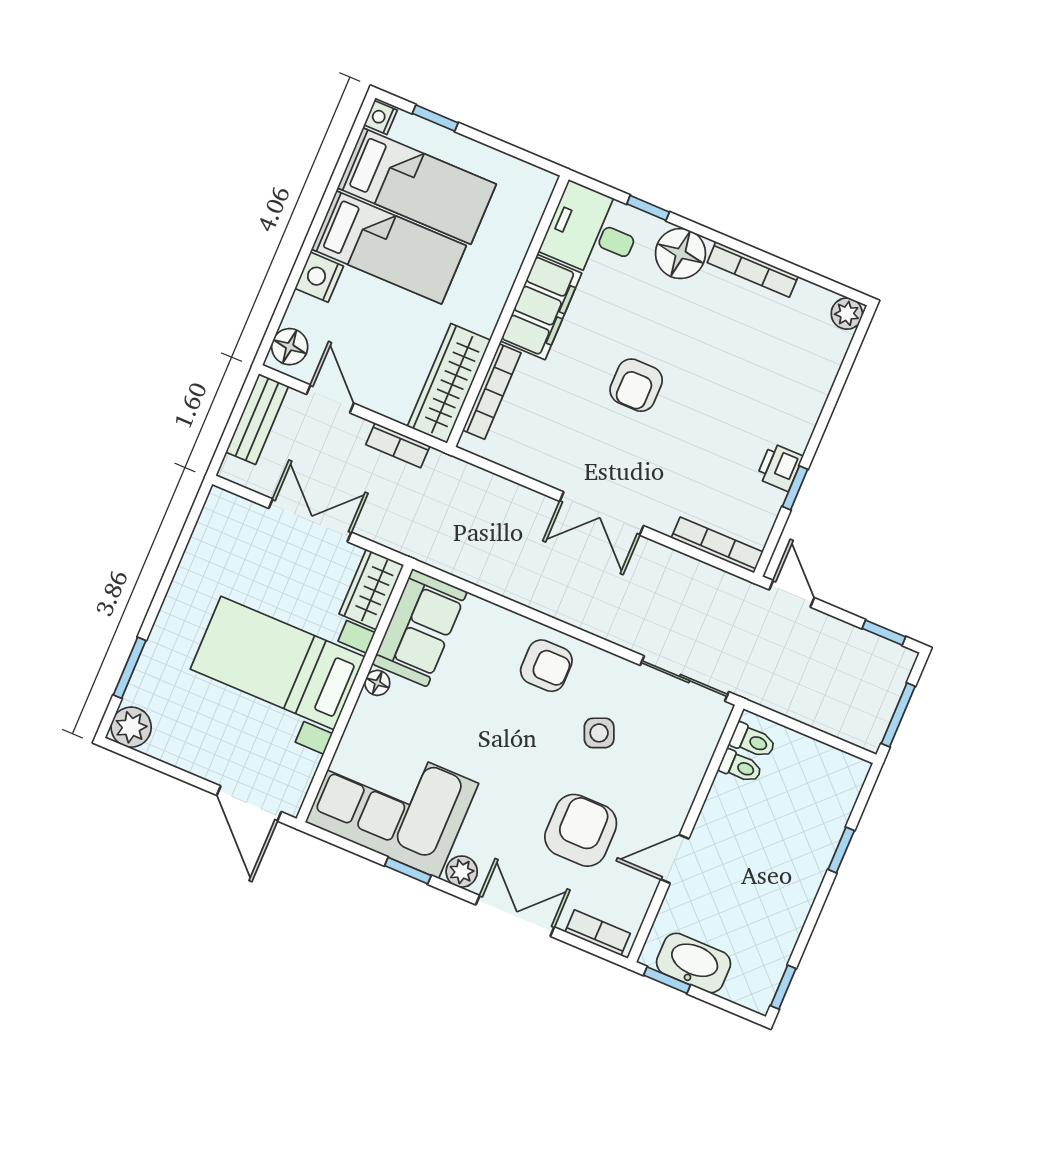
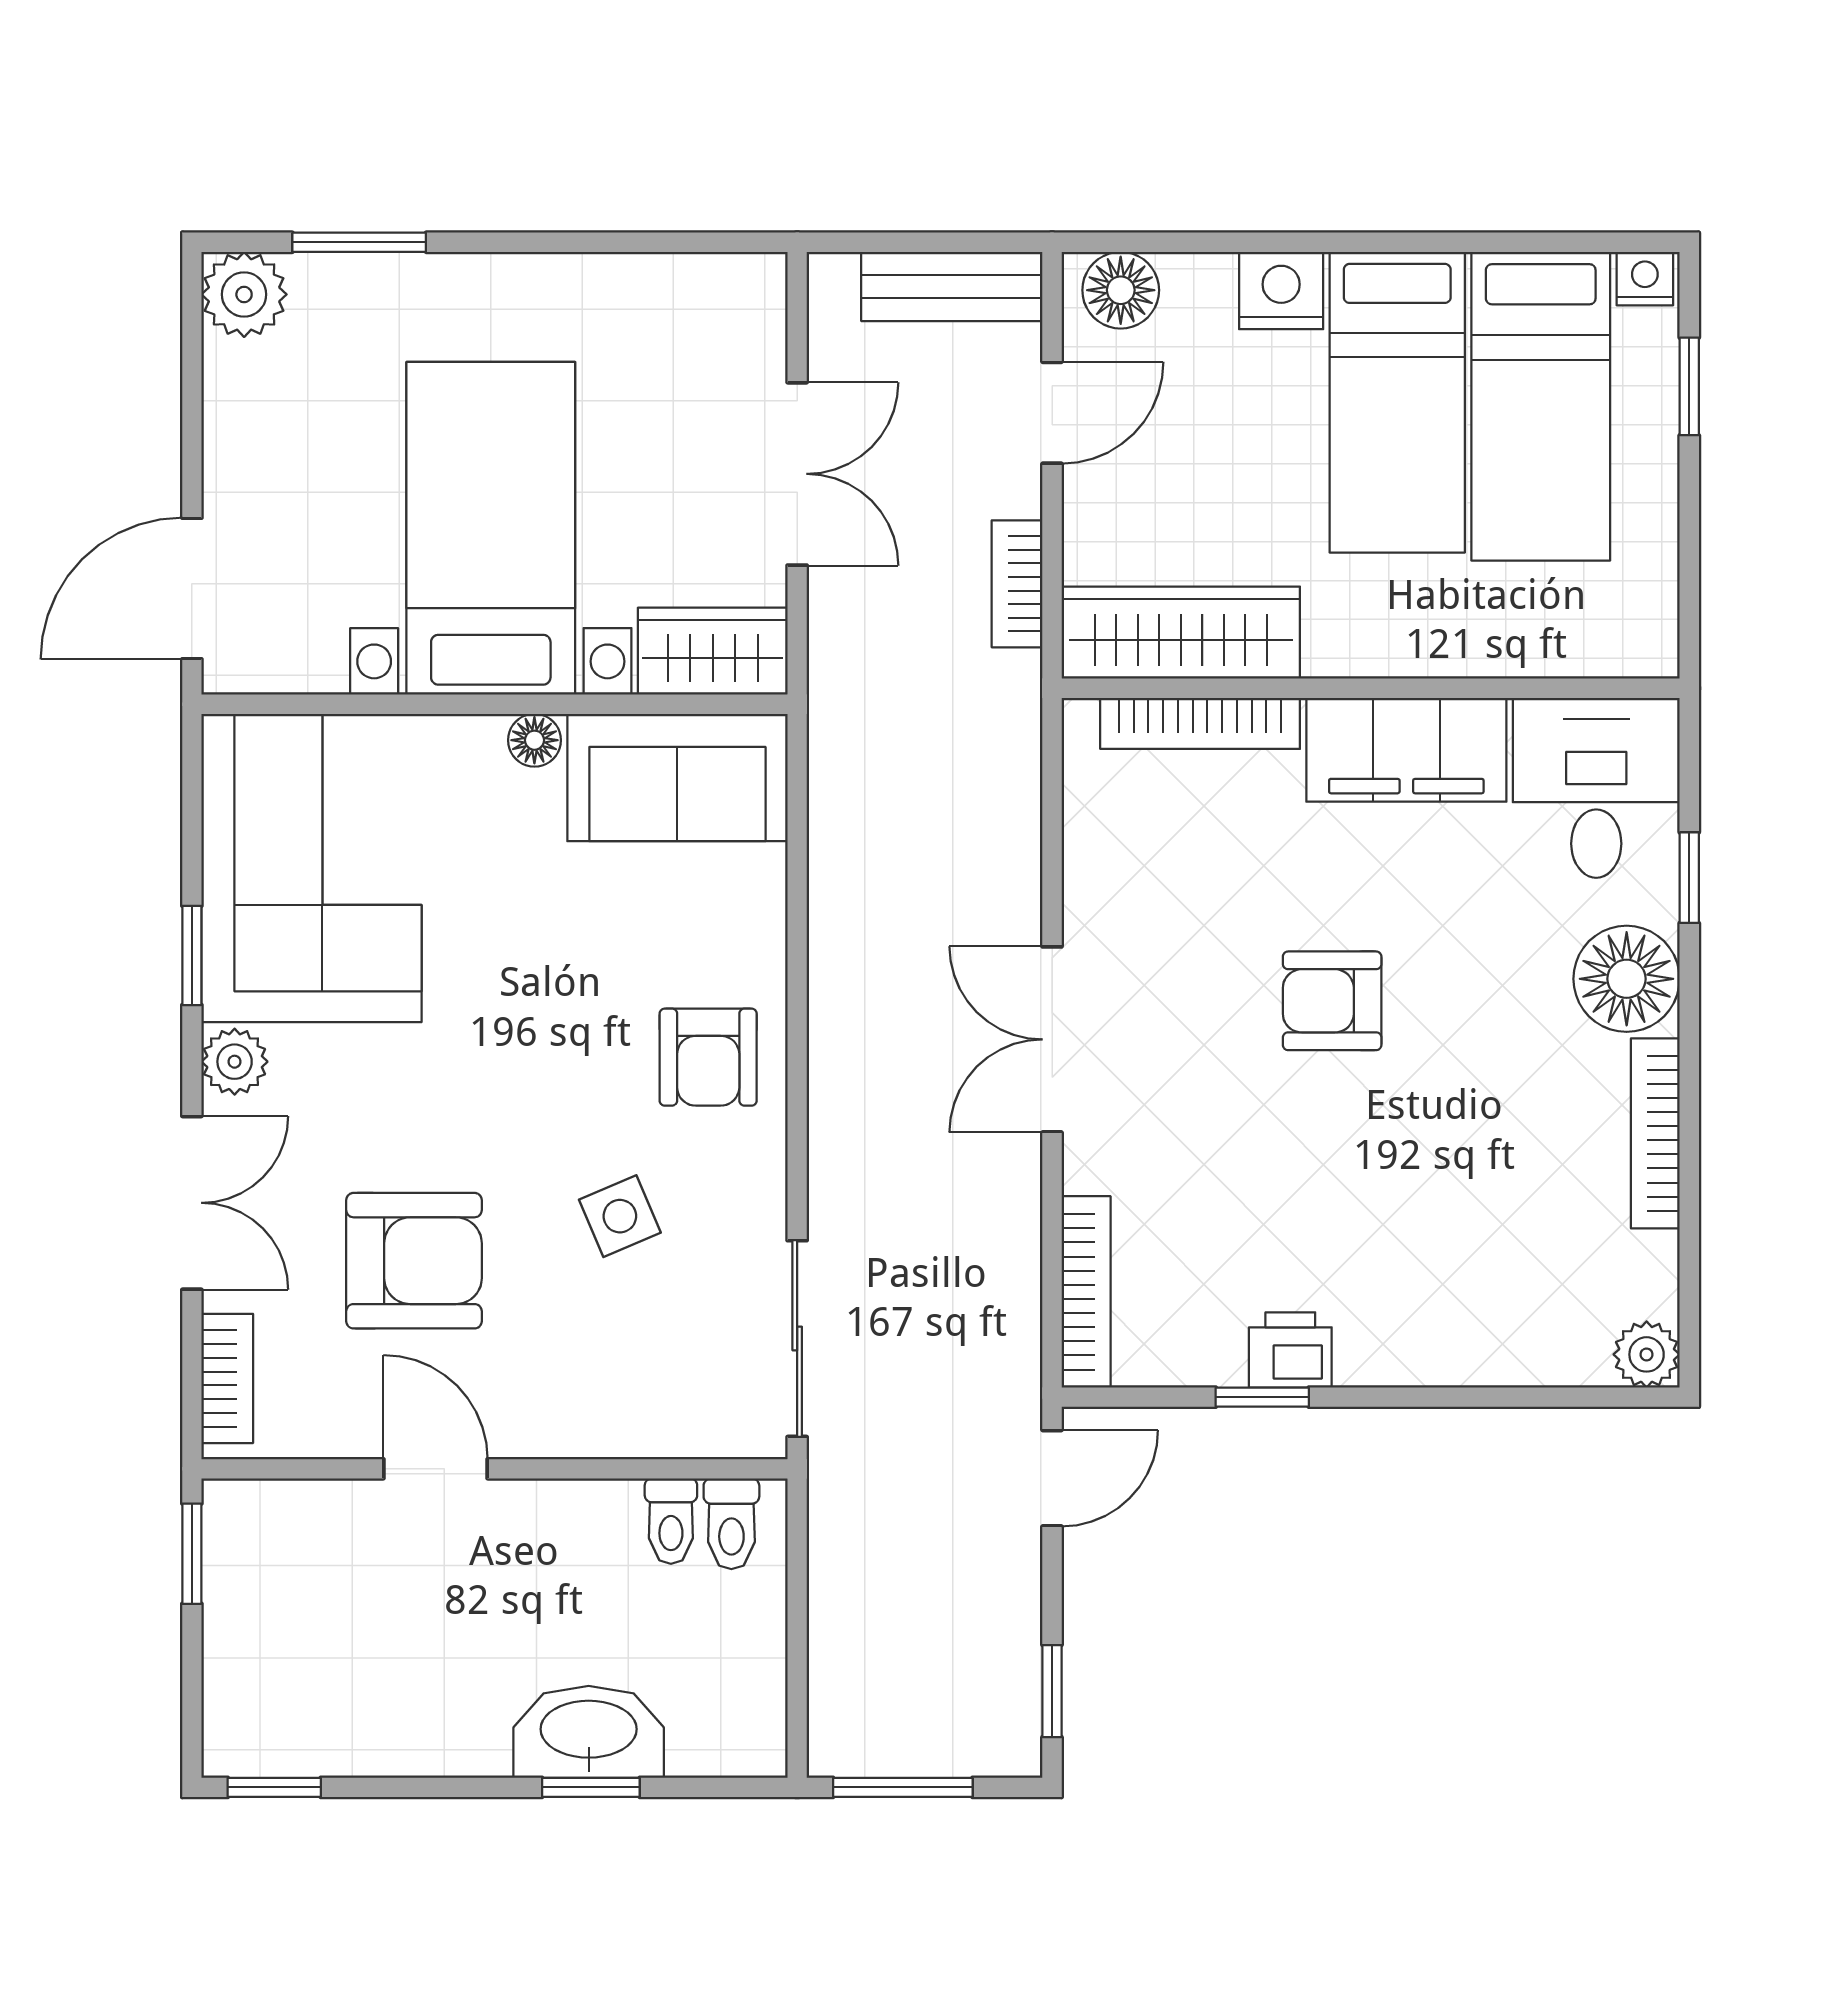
washbasin: (694, 963) -> (589, 1732), moved, turned -90

